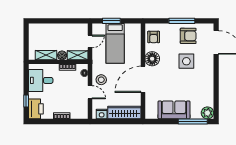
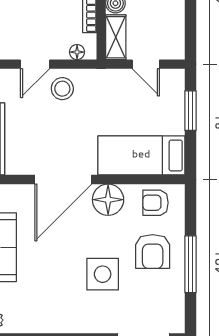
armchair: (188, 36) -> (153, 252), moved
bed: (115, 43) -> (141, 155), moved
door: (143, 79) -> (63, 180), swing flipped

